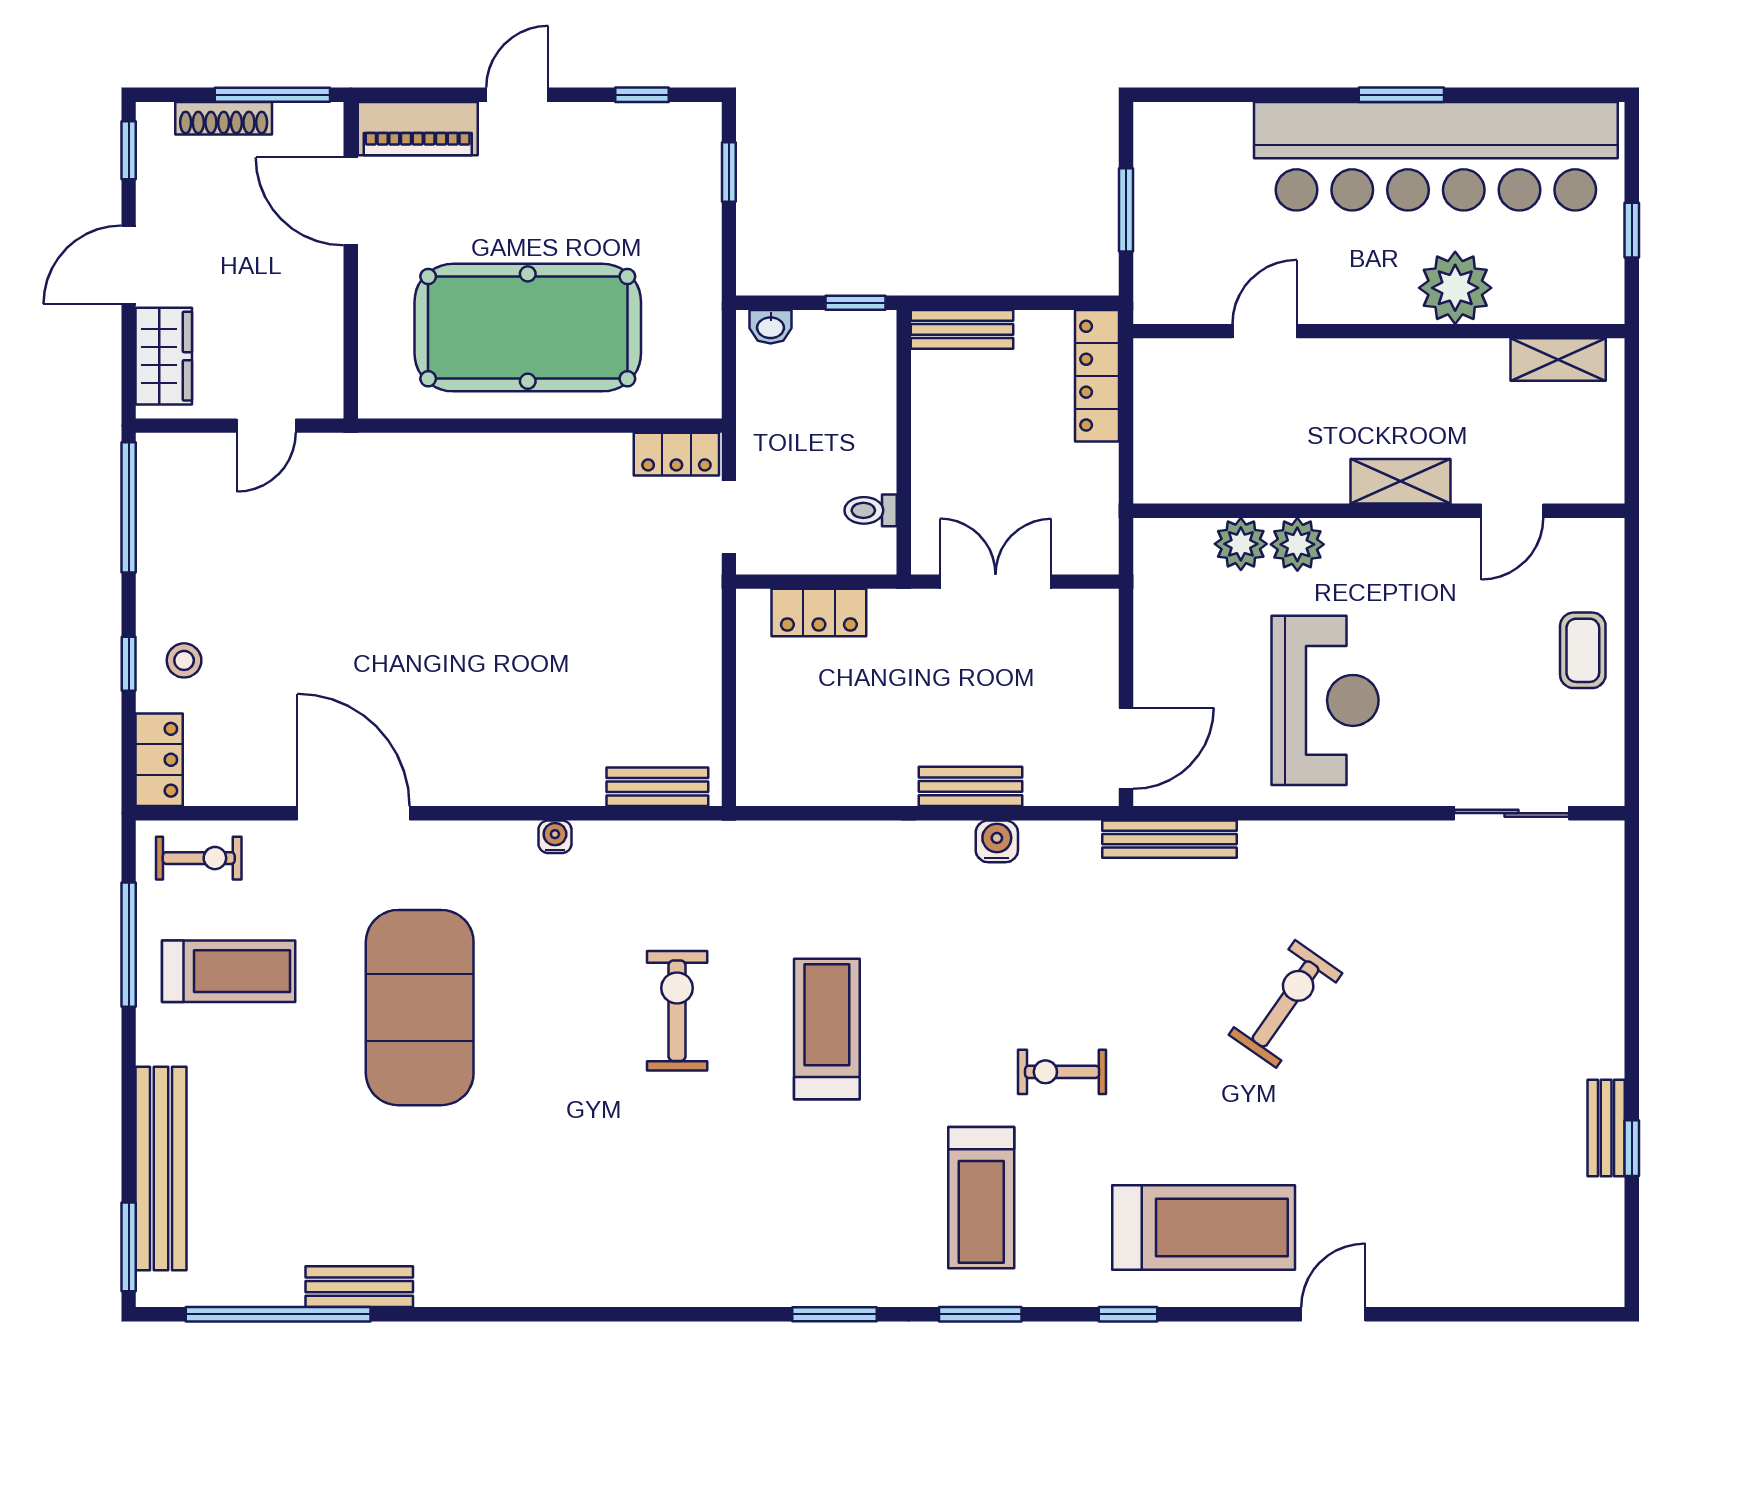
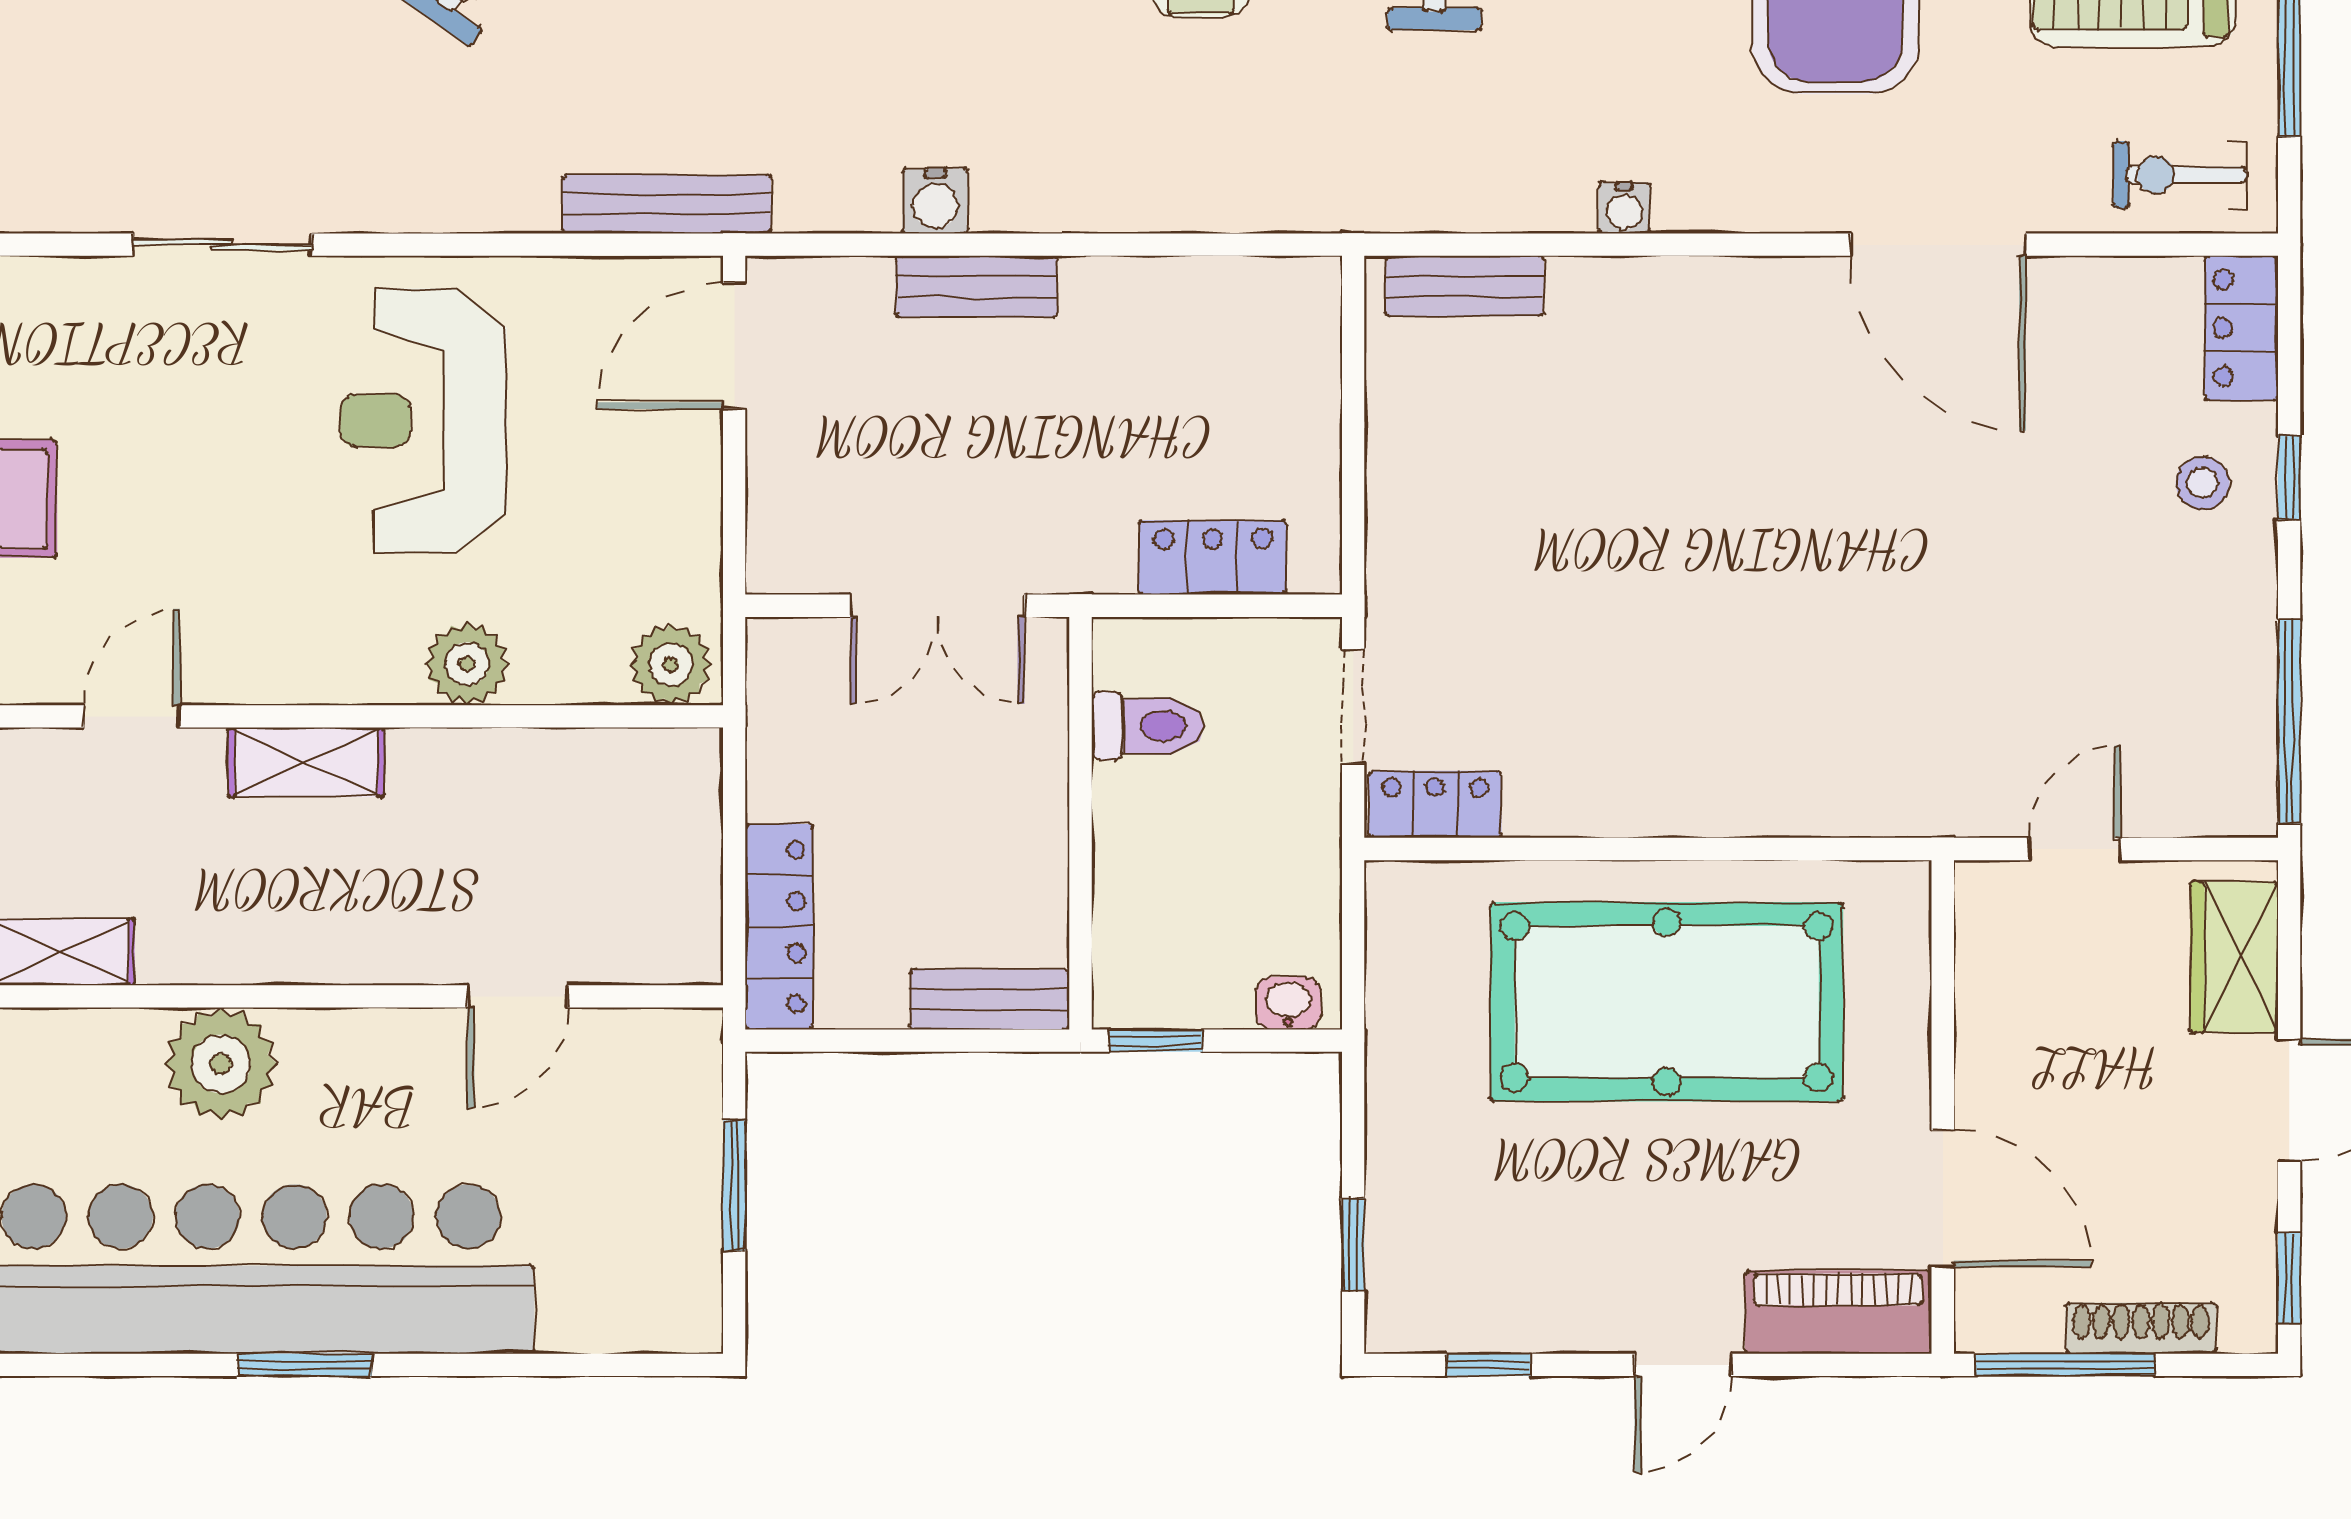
toilet: (871, 510) -> (1148, 726), width x1.37, depth x1.39
plant: (1241, 544) -> (671, 665), moved
sliding door: (1512, 813) -> (222, 245), moved

